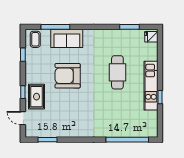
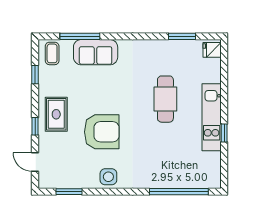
armchair: (68, 76) -> (102, 132), moved, turned 180
rug: (37, 97) -> (56, 114), moved
side table: (76, 129) -> (108, 177), added

